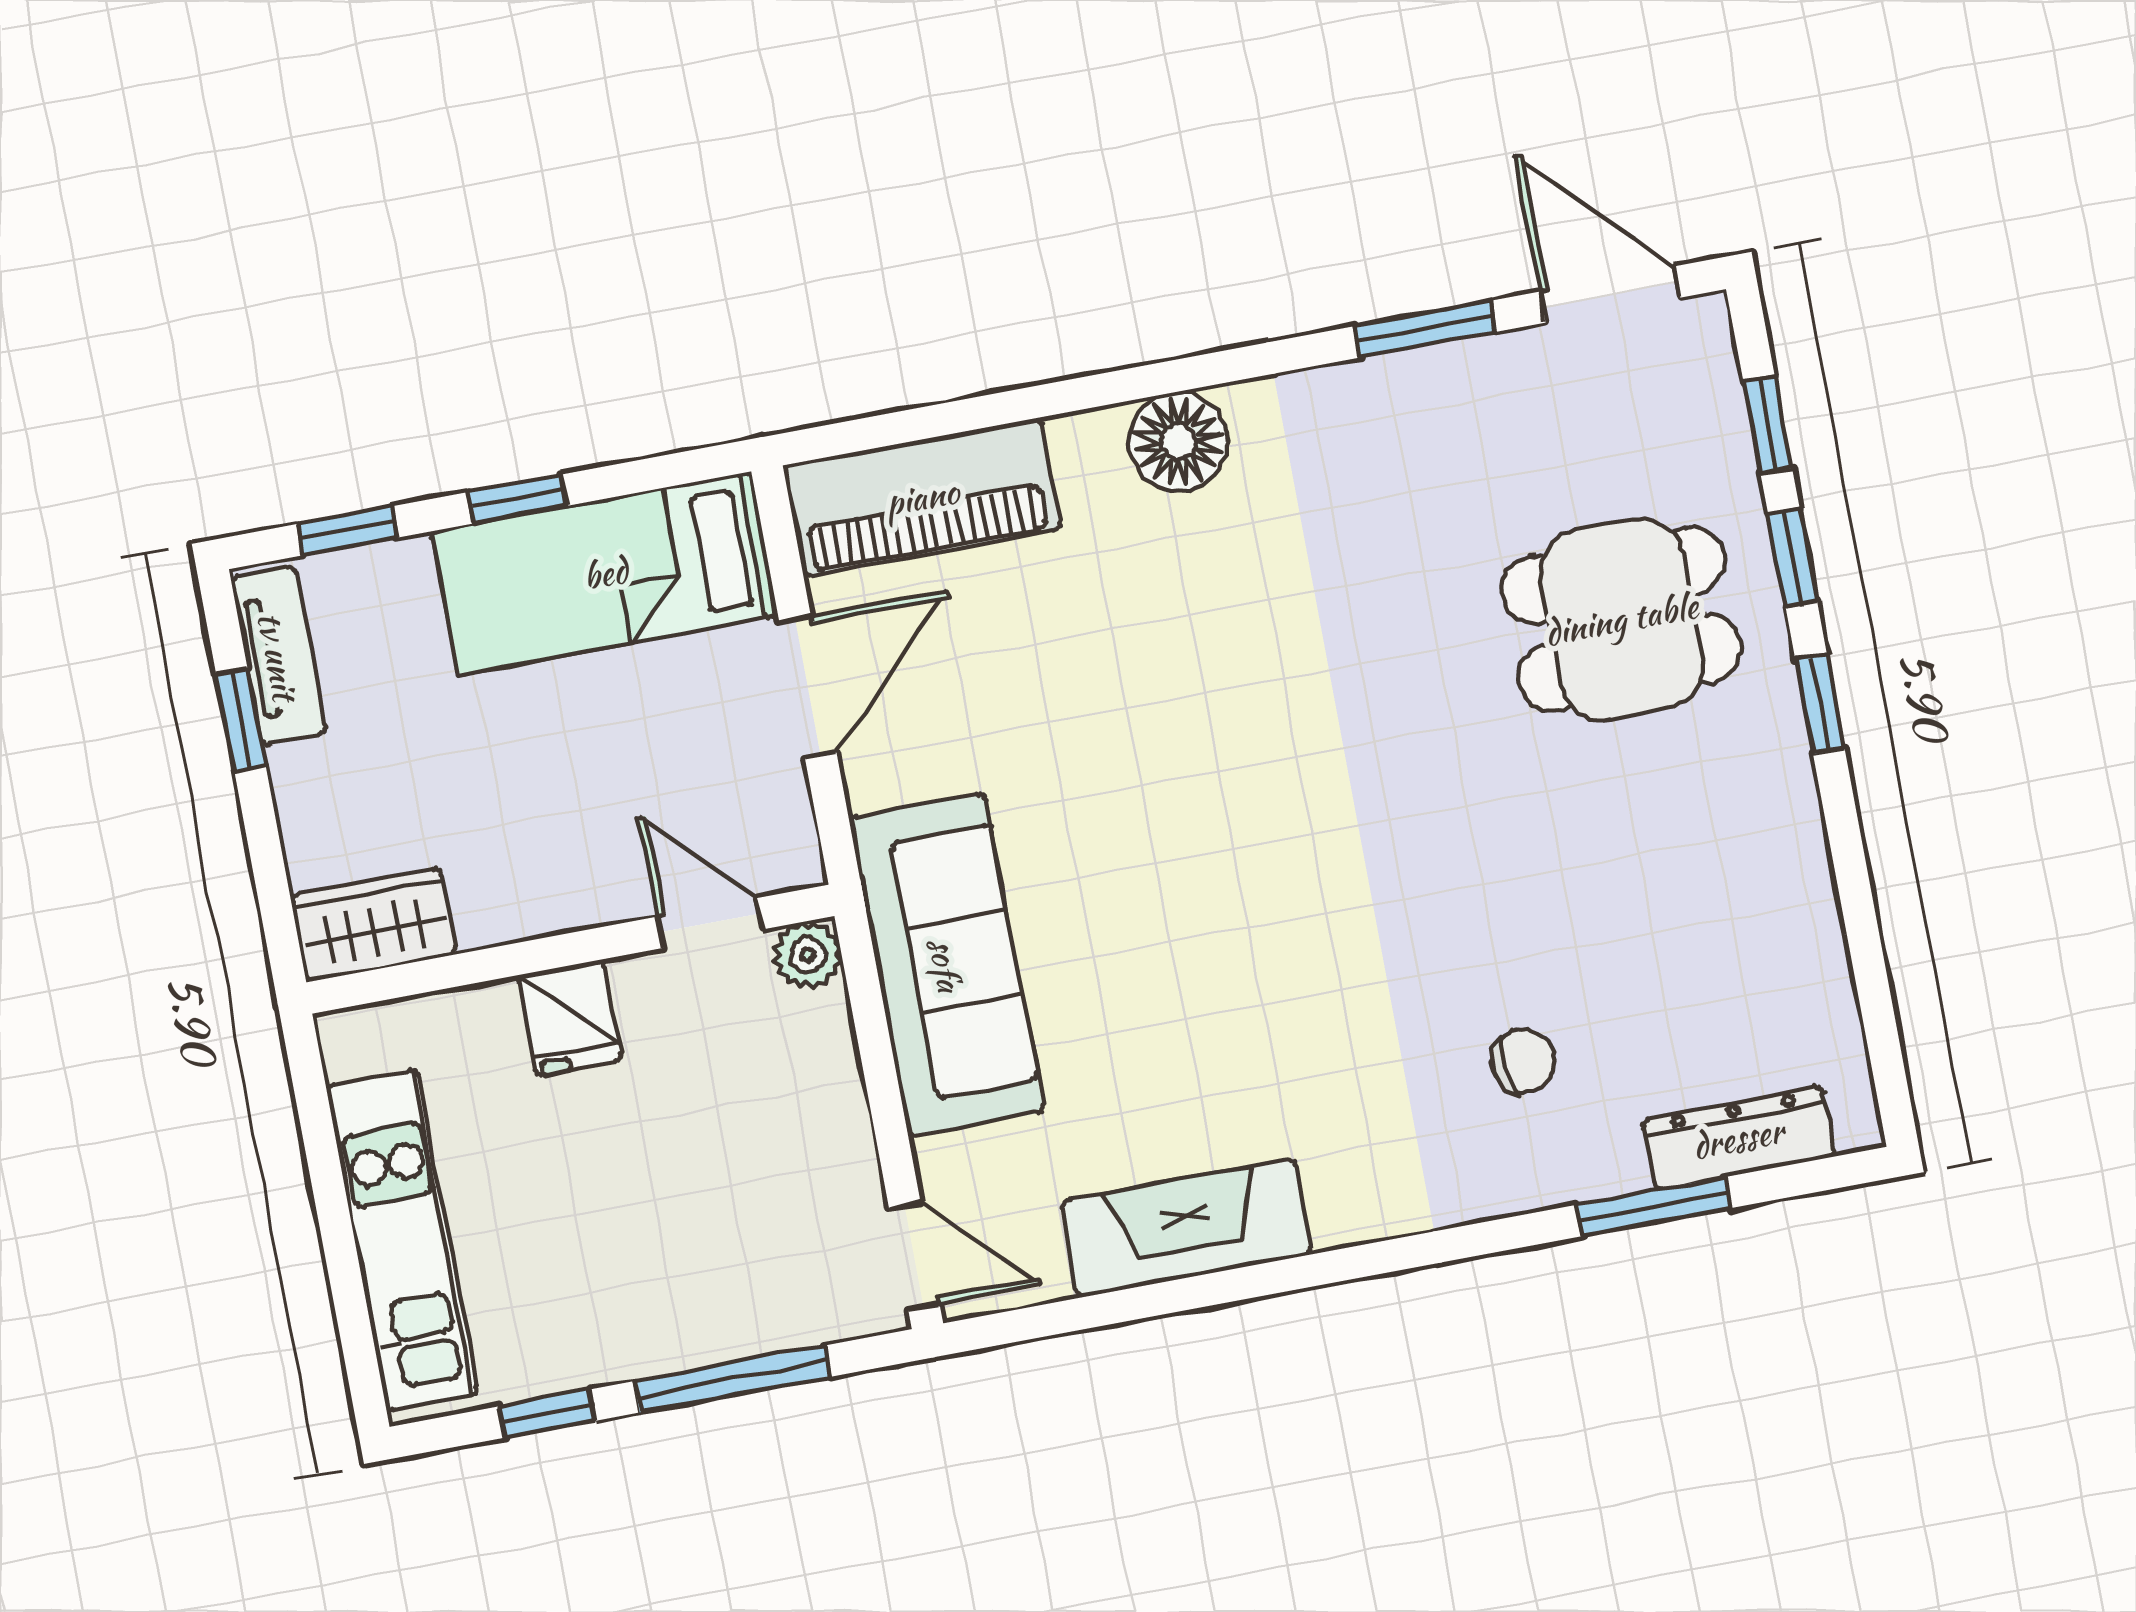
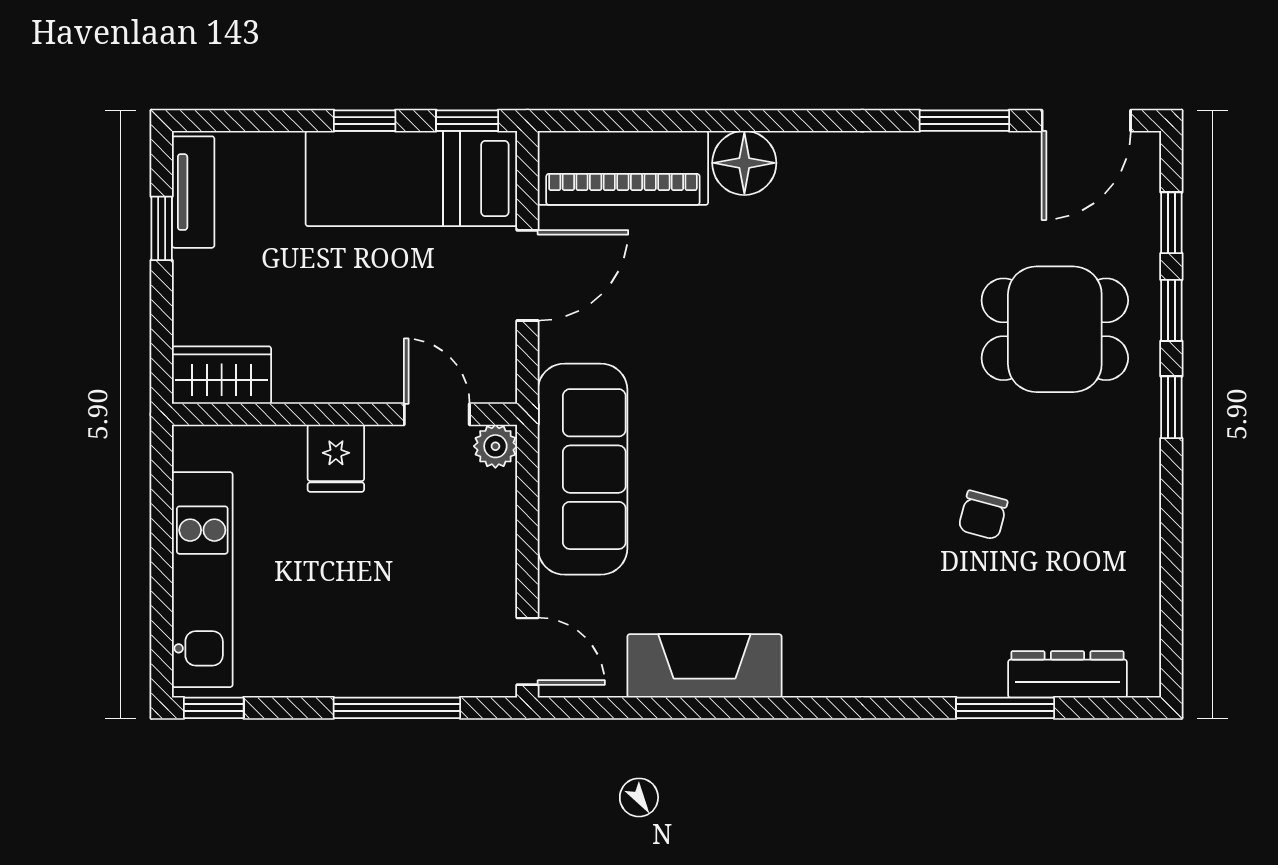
door: (1610, 295) -> (1086, 121), swing flipped
floor lamp: (1178, 442) -> (744, 163), moved
window: (348, 531) -> (467, 121), moved
chair: (1523, 1061) -> (983, 515), moved, turned 113
window: (547, 1414) -> (214, 708), moved

